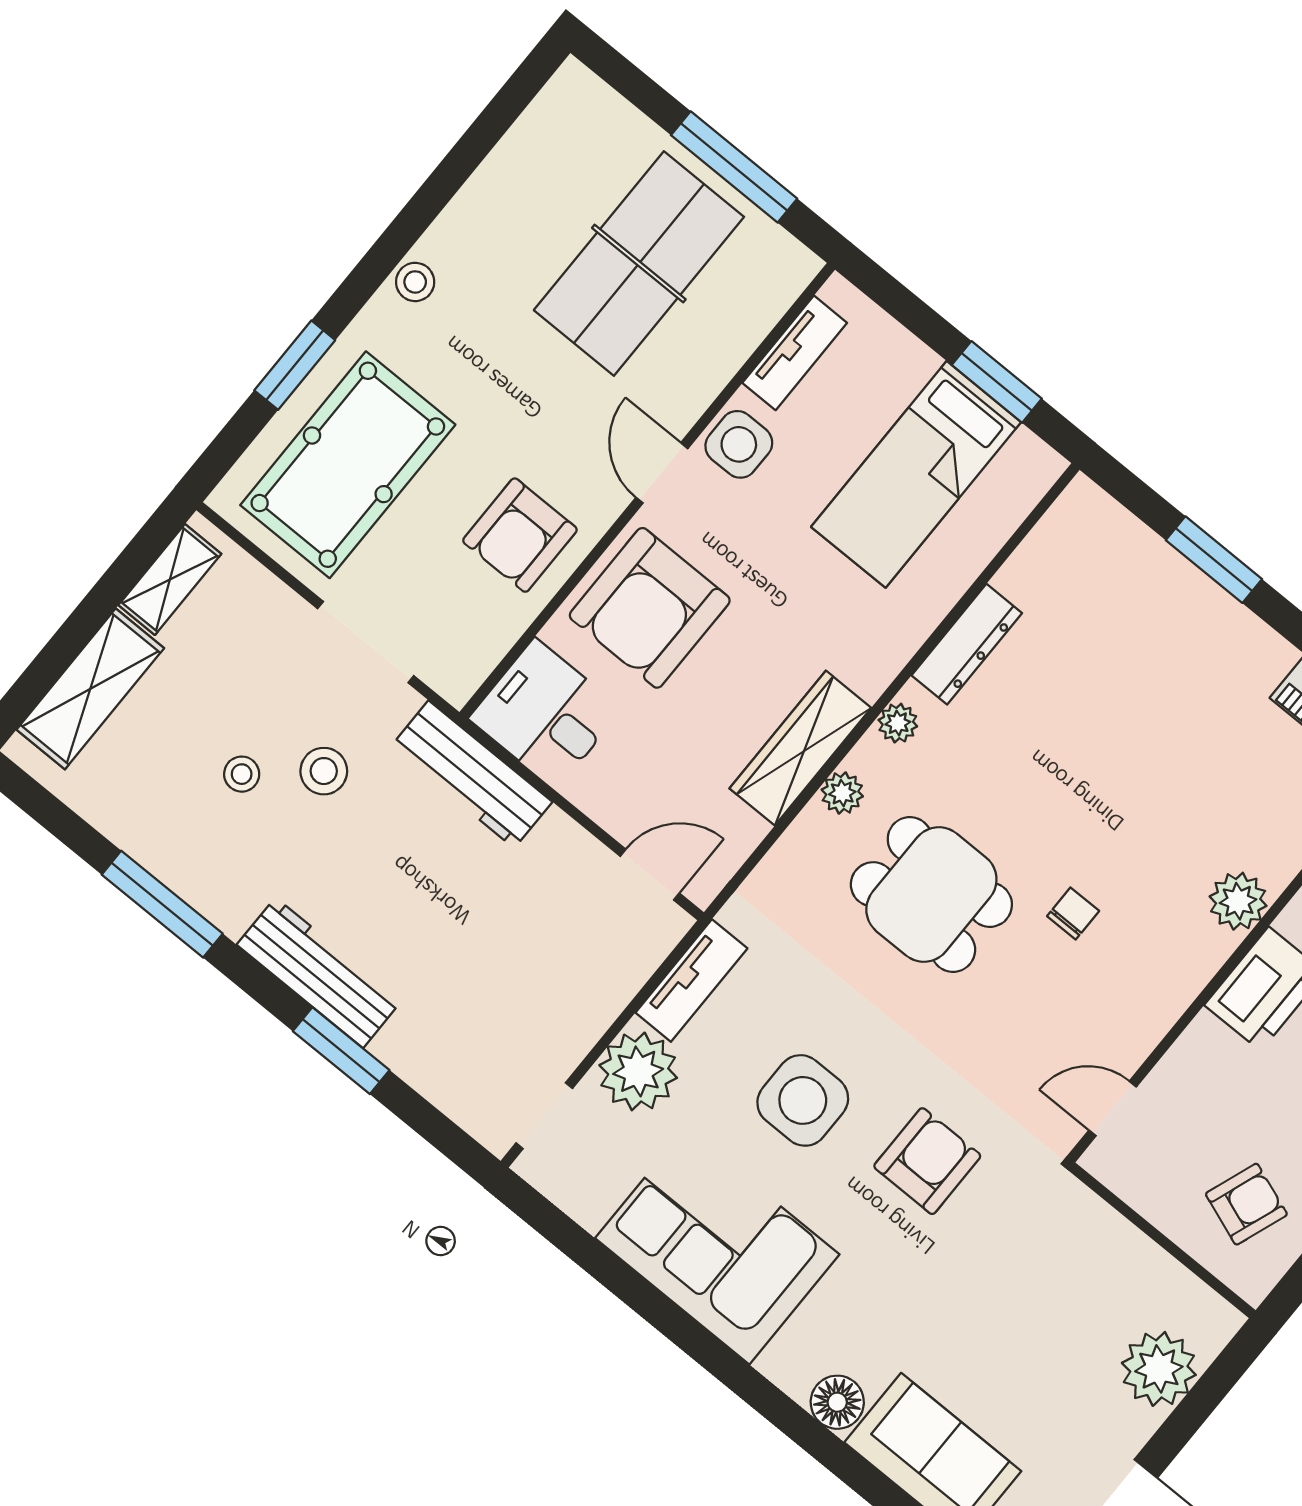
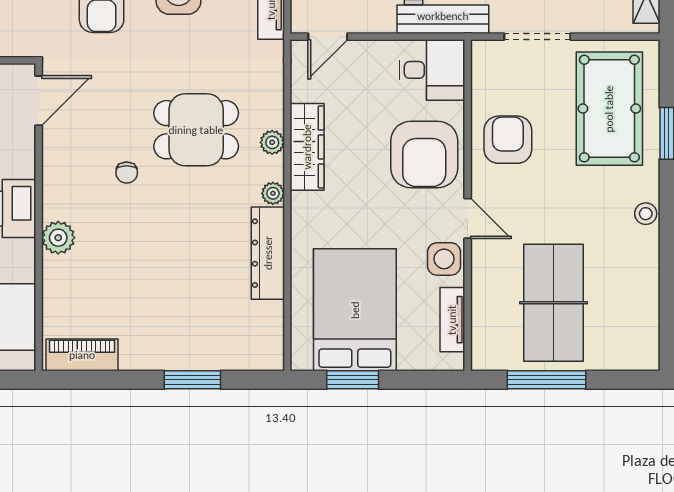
bed: (916, 474) -> (355, 310), width x1.50
armchair: (650, 608) -> (424, 155), turned 180
dresser: (967, 644) -> (268, 253), width x1.37, depth x1.24
door: (1113, 1108) -> (39, 101), width x1.38

